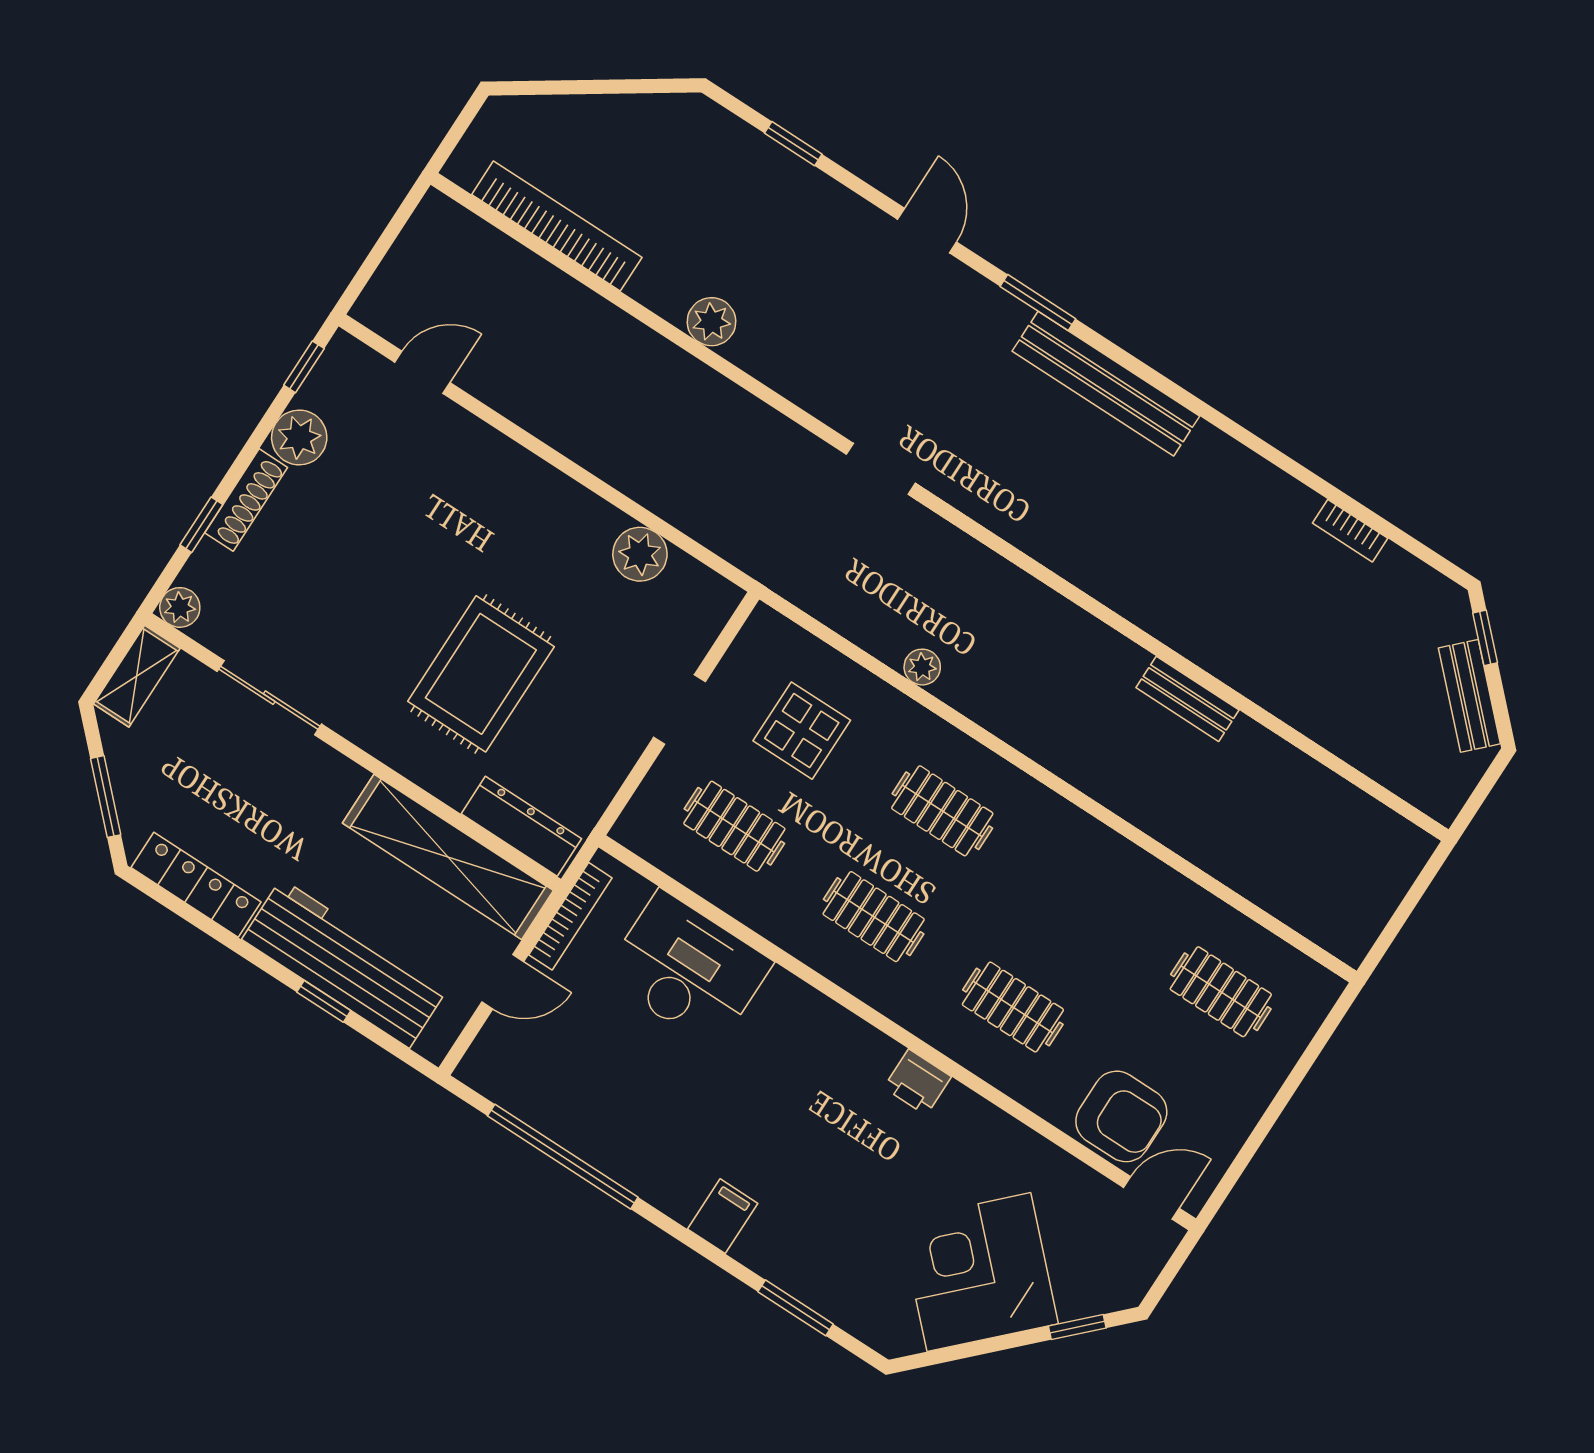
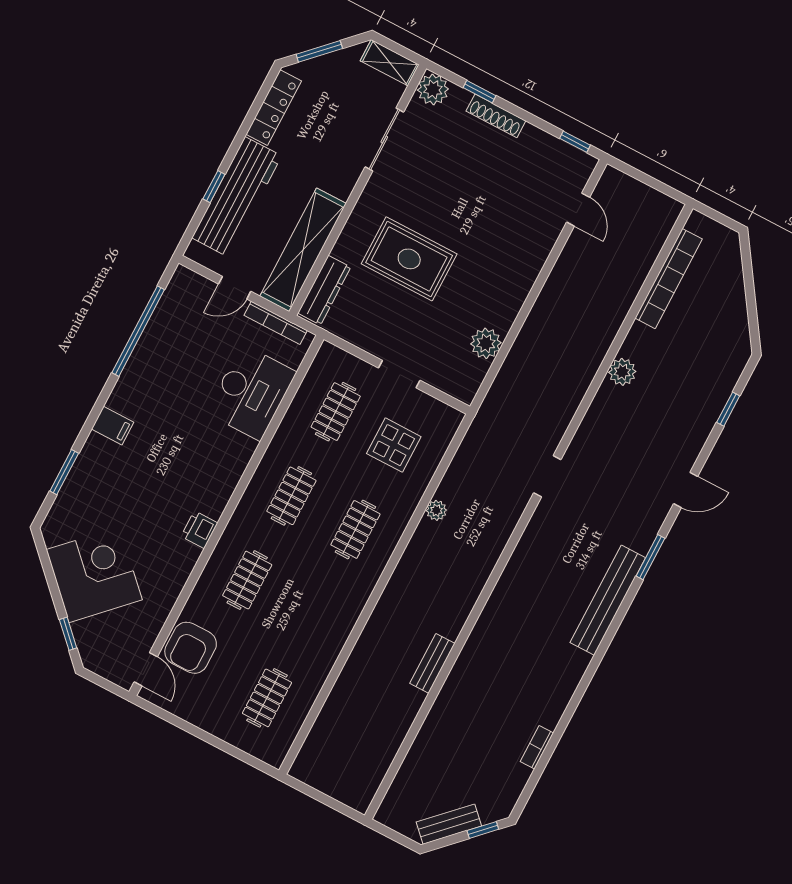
plant: (299, 438) -> (534, 143), removed
plant: (180, 607) -> (433, 89), width x1.38, depth x1.38
door: (503, 982) -> (235, 288), hinge flipped

